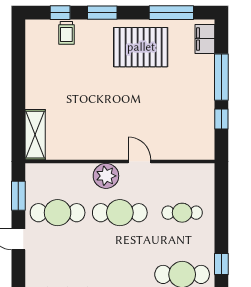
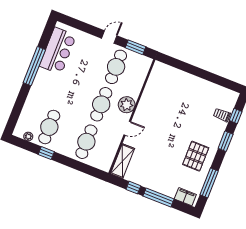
pallet: (141, 47) -> (196, 156), width x0.73, depth x0.71
shelving: (35, 135) -> (122, 161), moved, turned 90
cafe table: (182, 213) -> (86, 142), width x1.37, depth x1.35

